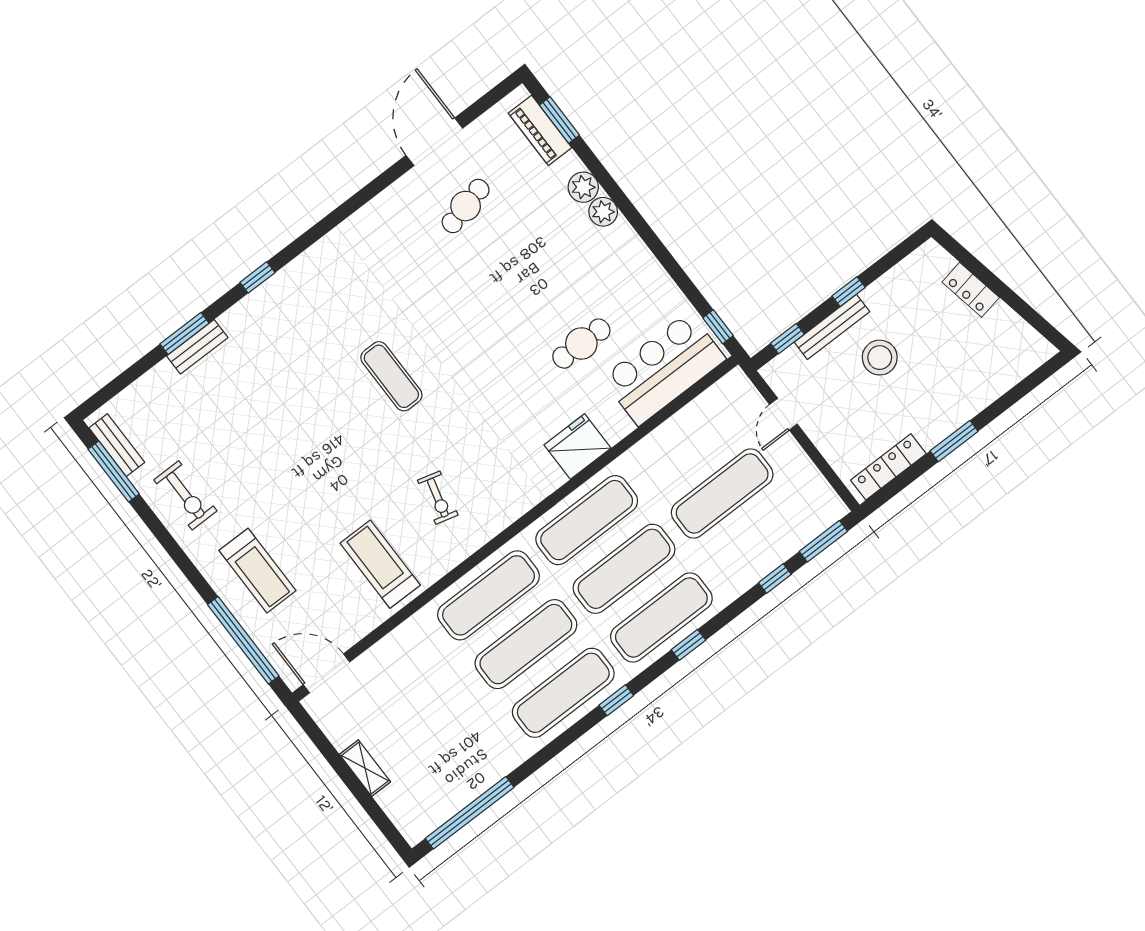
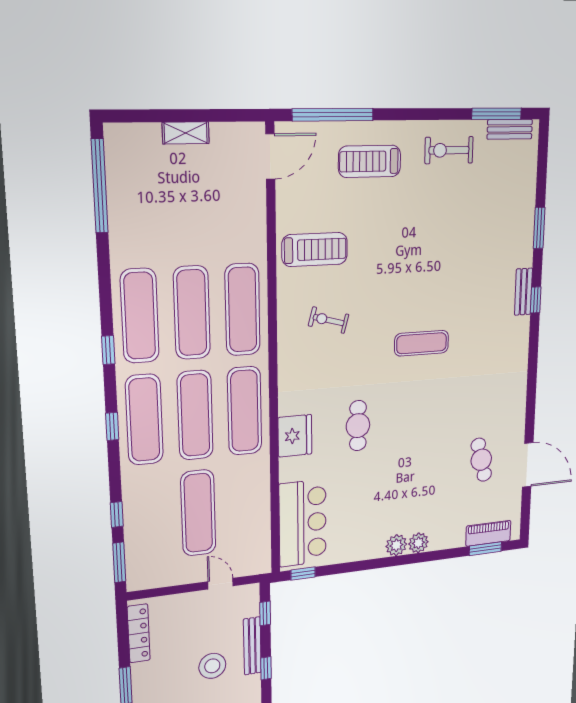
plant: (583, 187) -> (396, 545), moved
cafe table: (581, 344) -> (358, 426), moved
bench: (197, 347) -> (523, 292), moved

